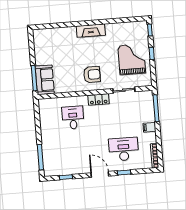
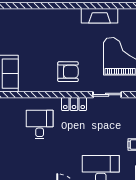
fireplace: (91, 31) -> (100, 16), moved

